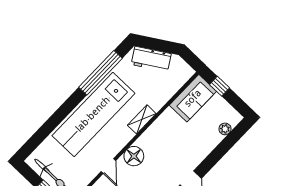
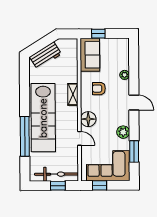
window: (100, 73) -> (25, 136), moved
plant: (225, 129) -> (125, 75), moved
armchair: (171, 137) -> (99, 89), added

